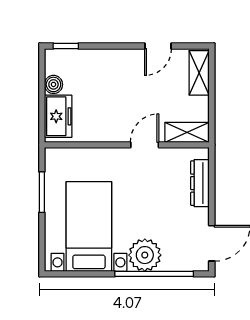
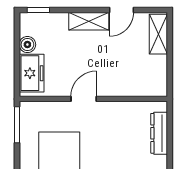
shelving: (187, 132) -> (89, 21), moved
door: (145, 145) -> (84, 99), moved
window: (42, 192) -> (17, 125), moved

